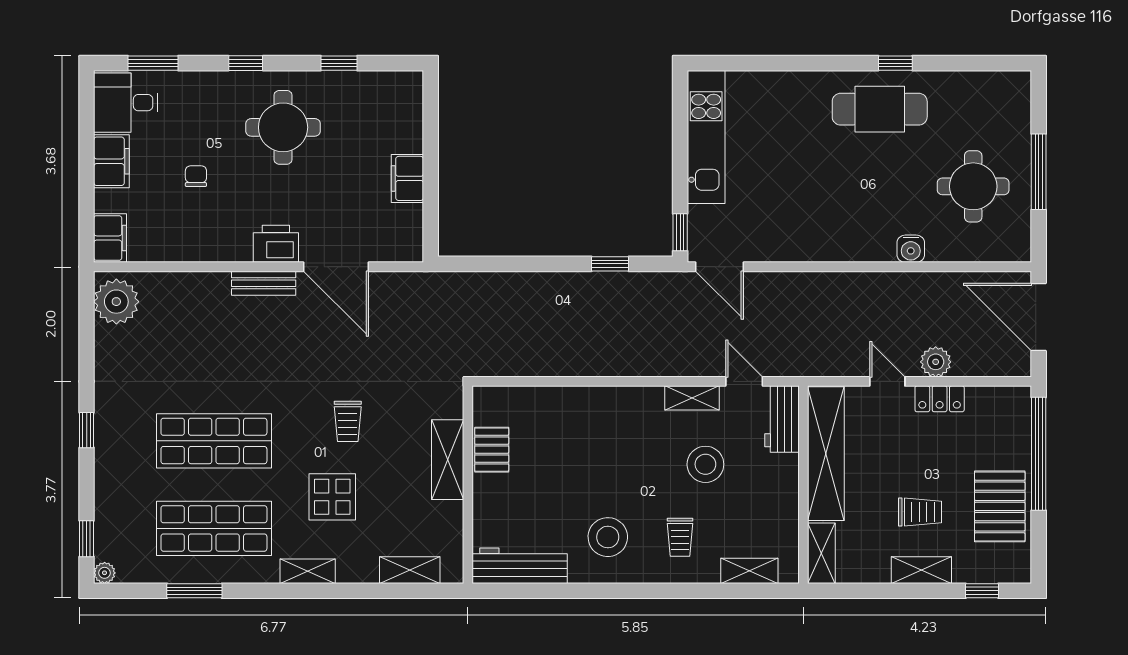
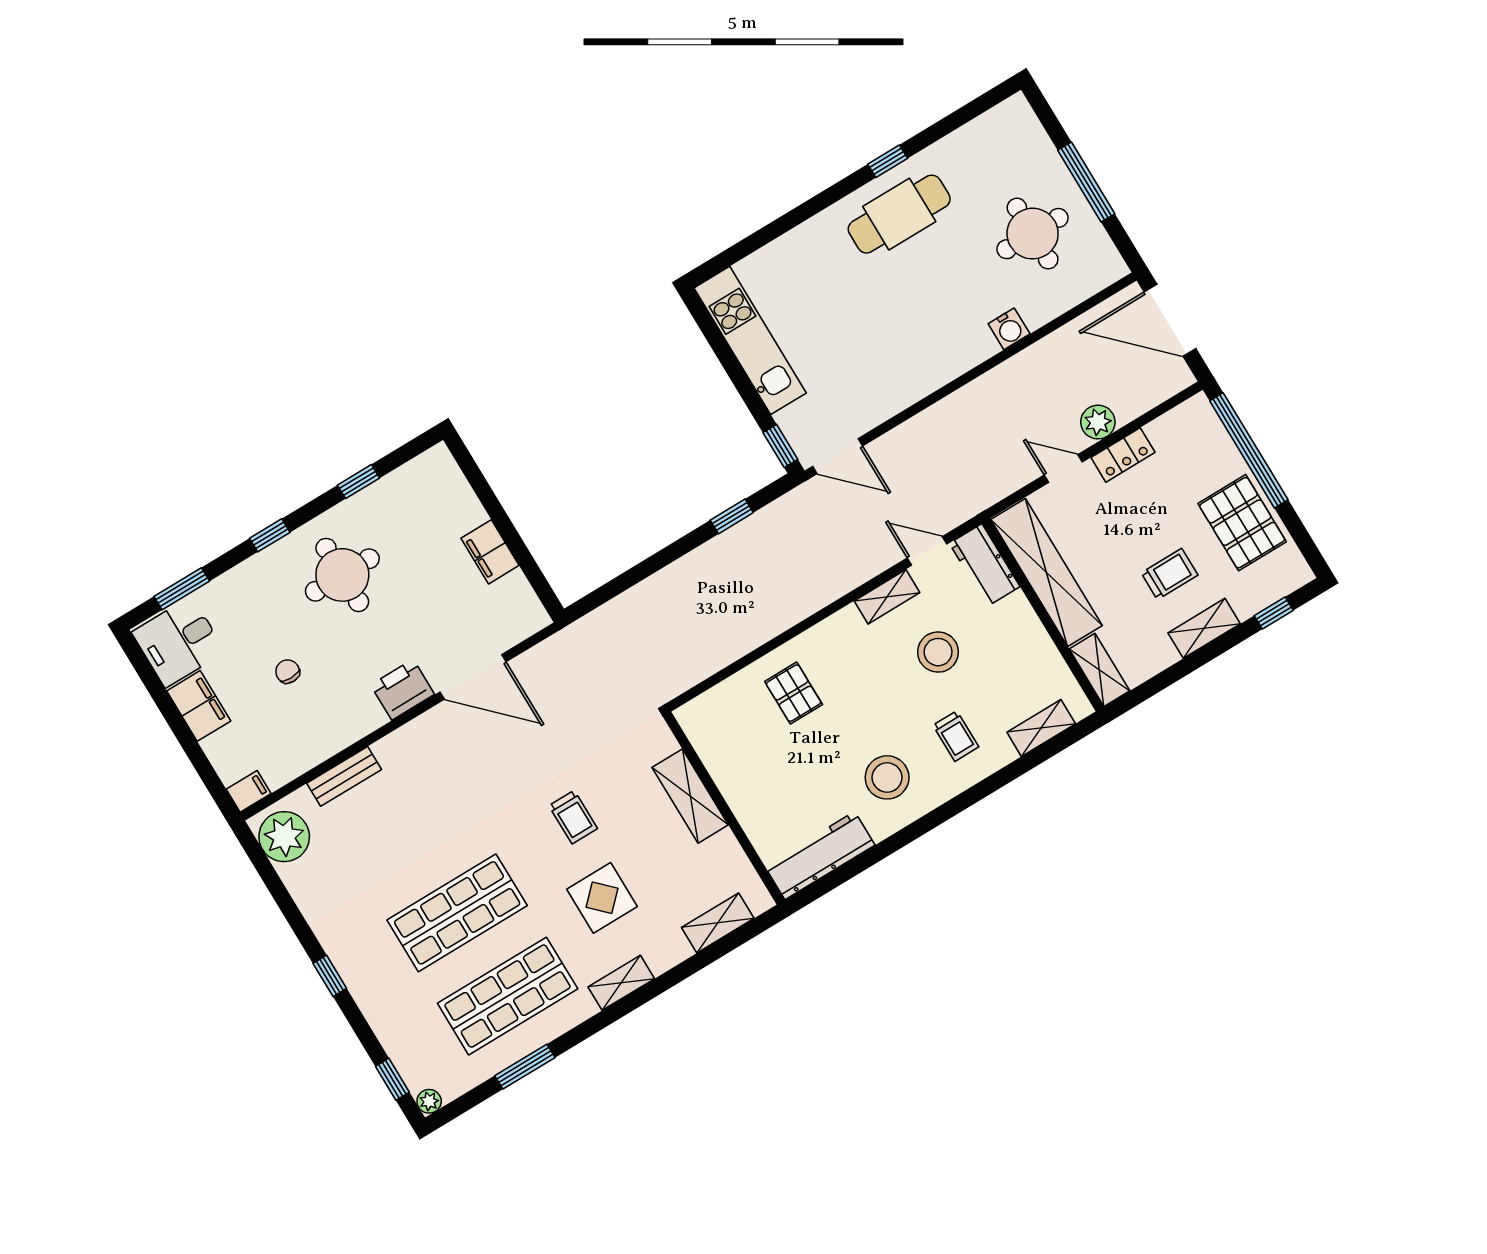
filing cabinet: (110, 238) -> (249, 791), width x0.50
bench: (264, 283) -> (344, 776), moved
pallet: (492, 450) -> (794, 693), moved

